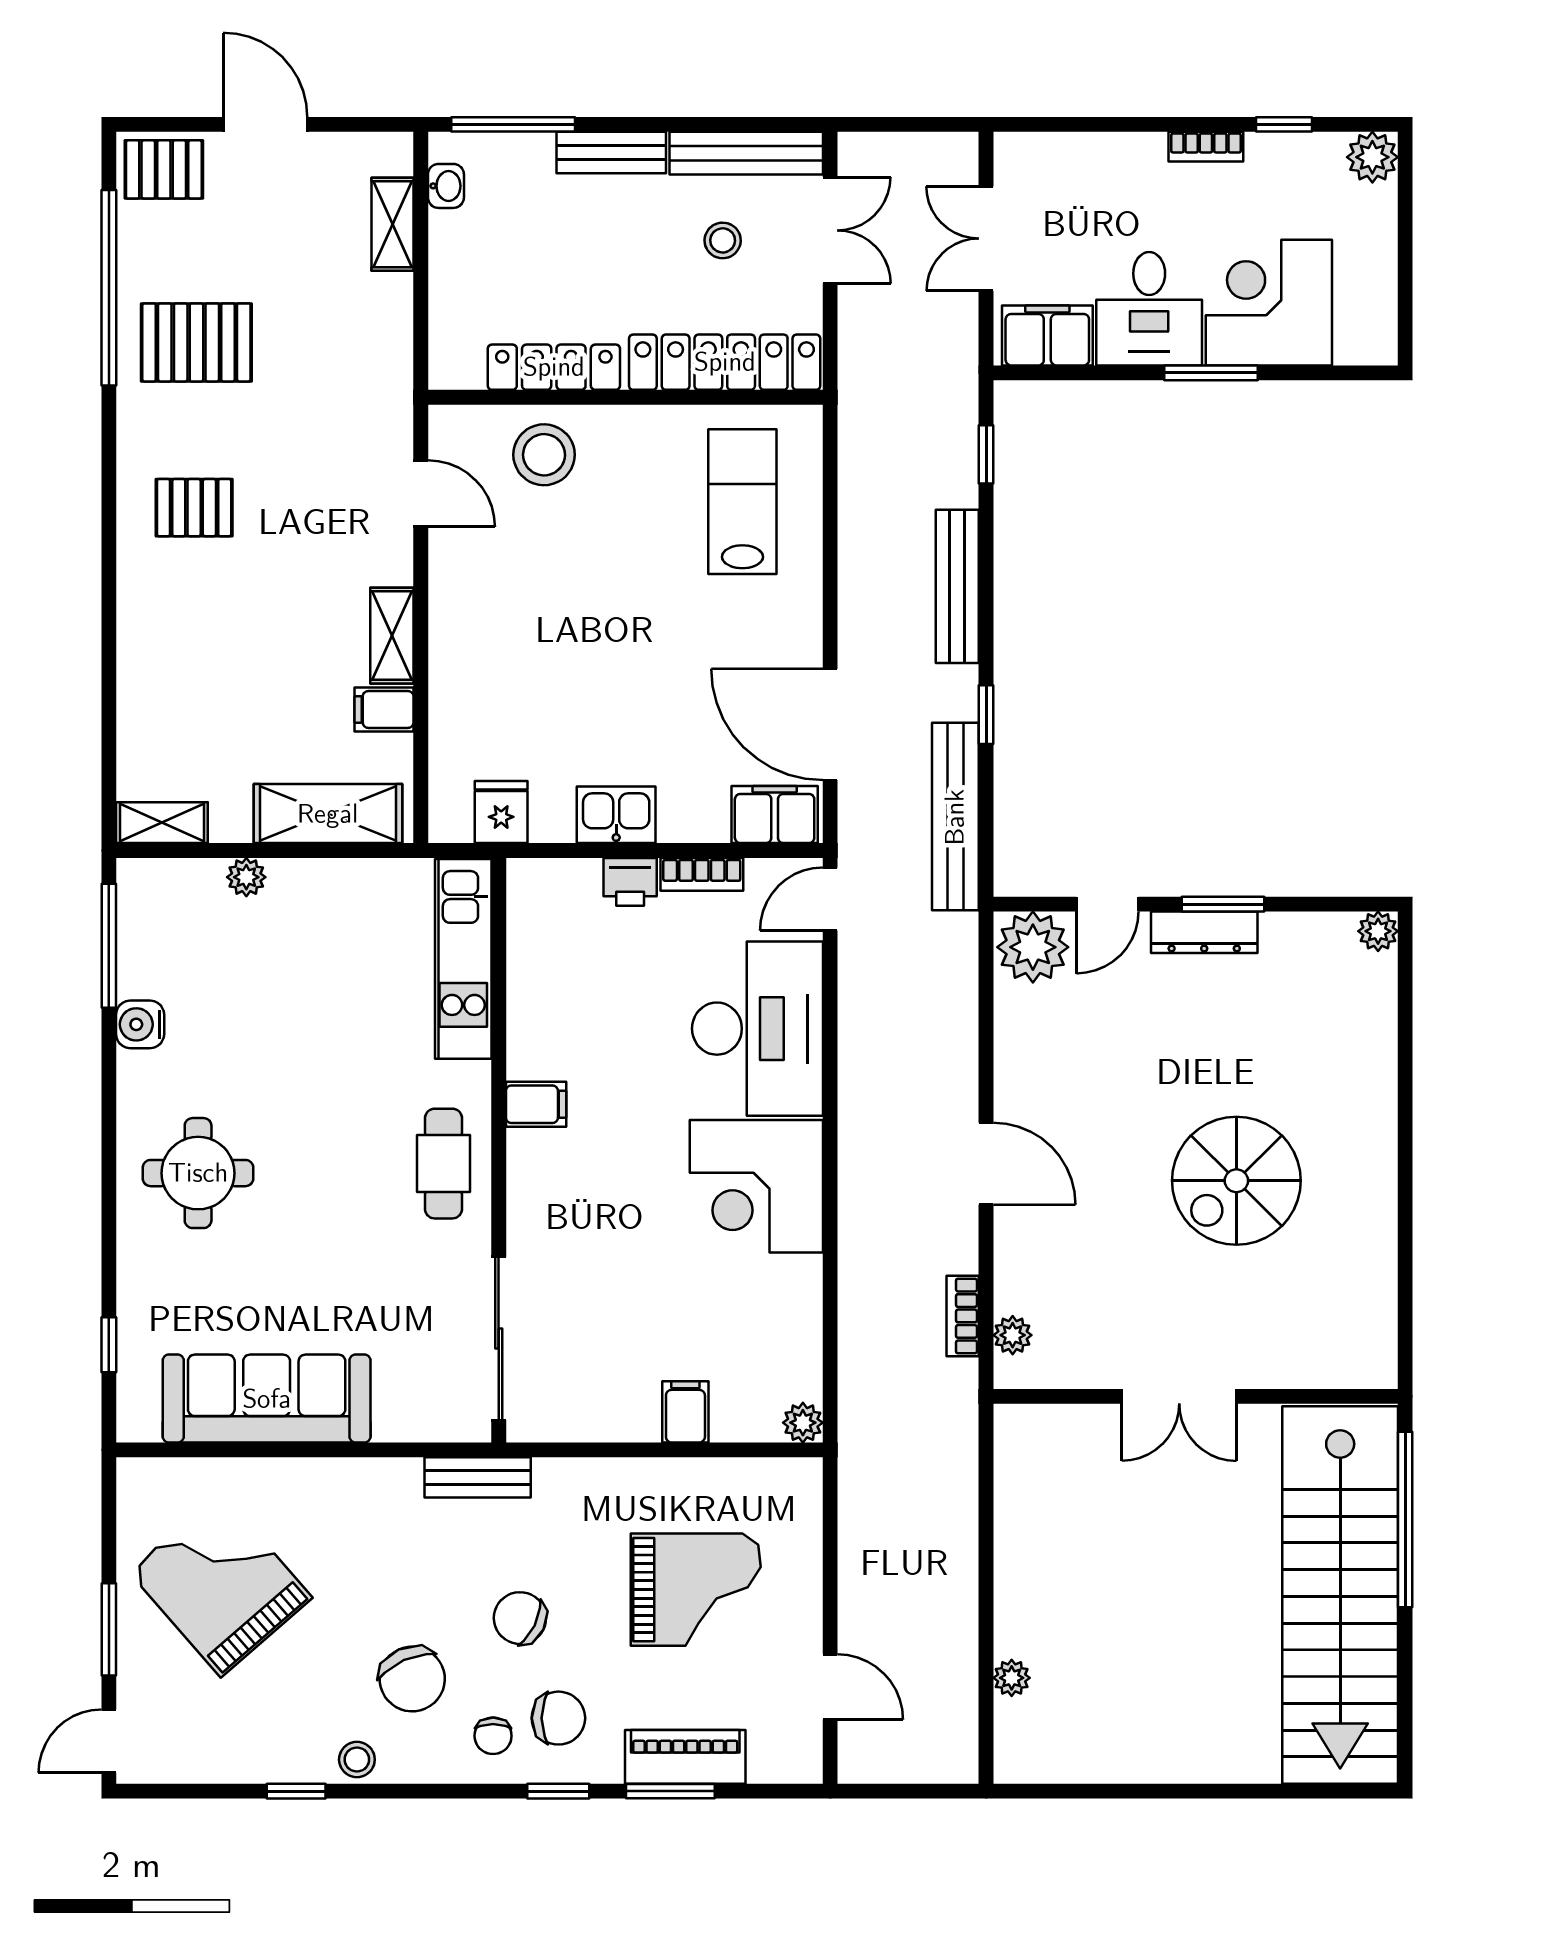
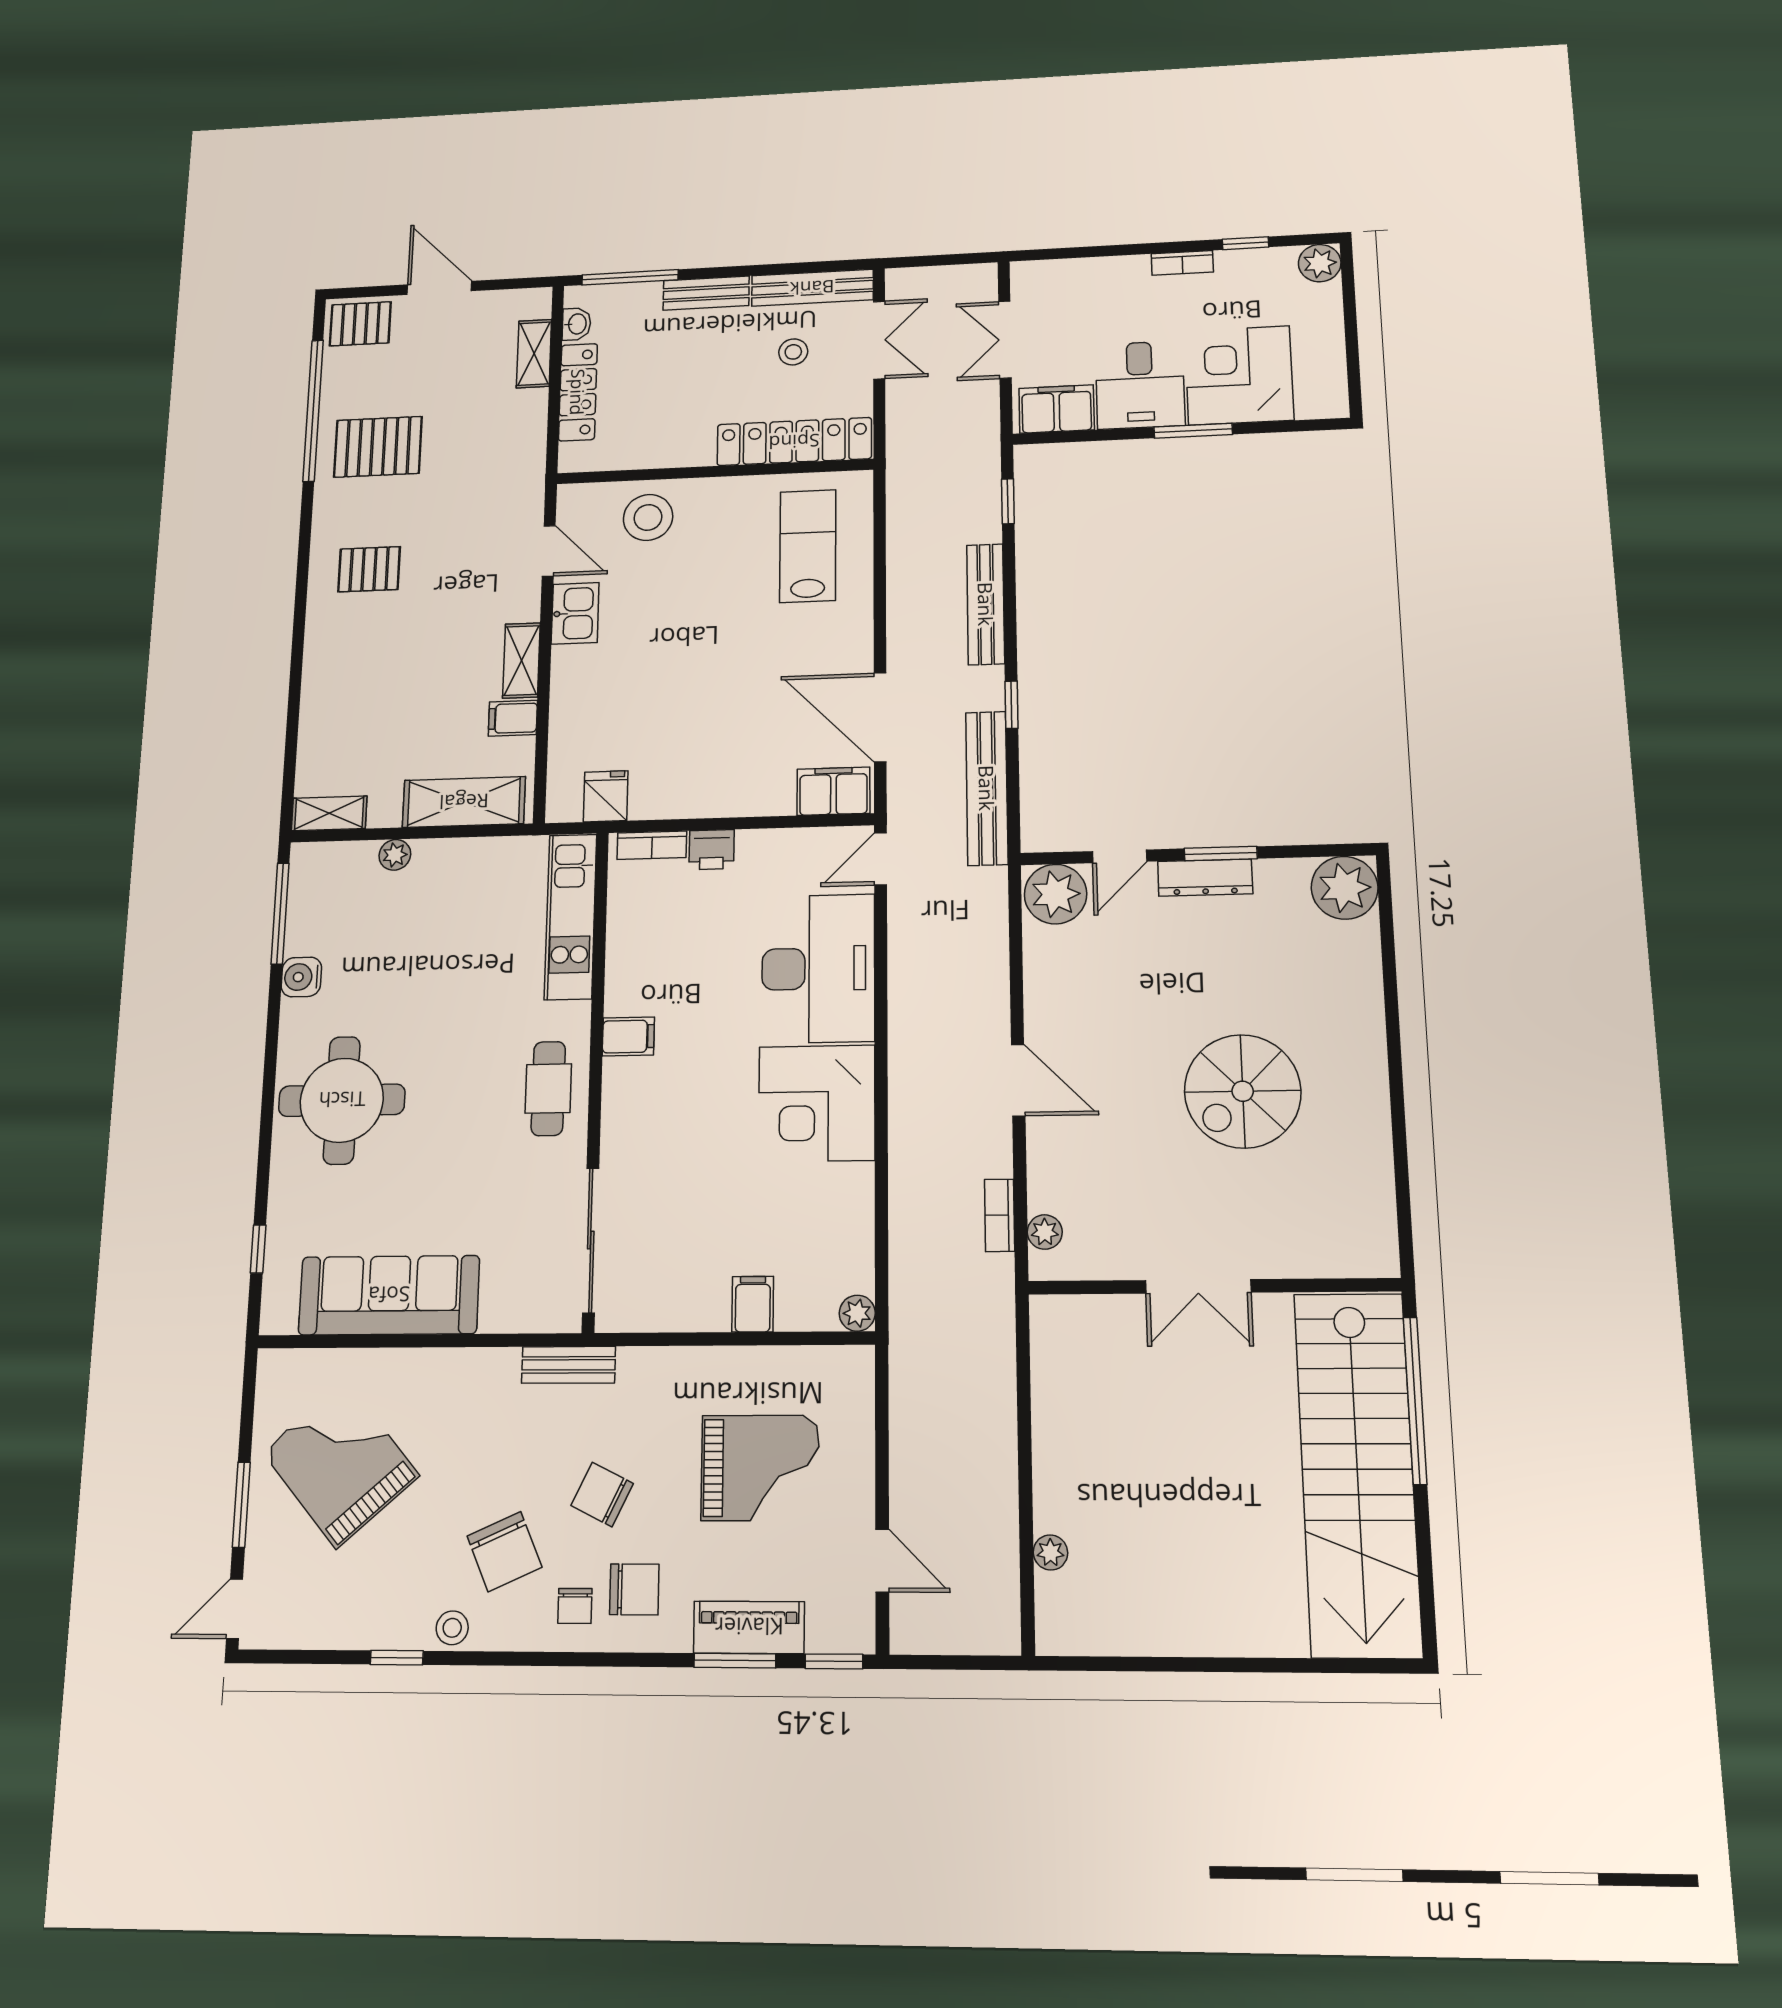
locker: (554, 367) -> (578, 392), moved, turned 90
kitchen sink: (616, 815) -> (575, 613), moved, turned 90
bookcase: (702, 874) -> (652, 845), moved
plant: (1378, 931) -> (1345, 888), width x1.87, depth x1.87
round table: (198, 1173) -> (342, 1100), width x1.36, depth x1.36
window: (558, 1791) -> (834, 1661), moved

